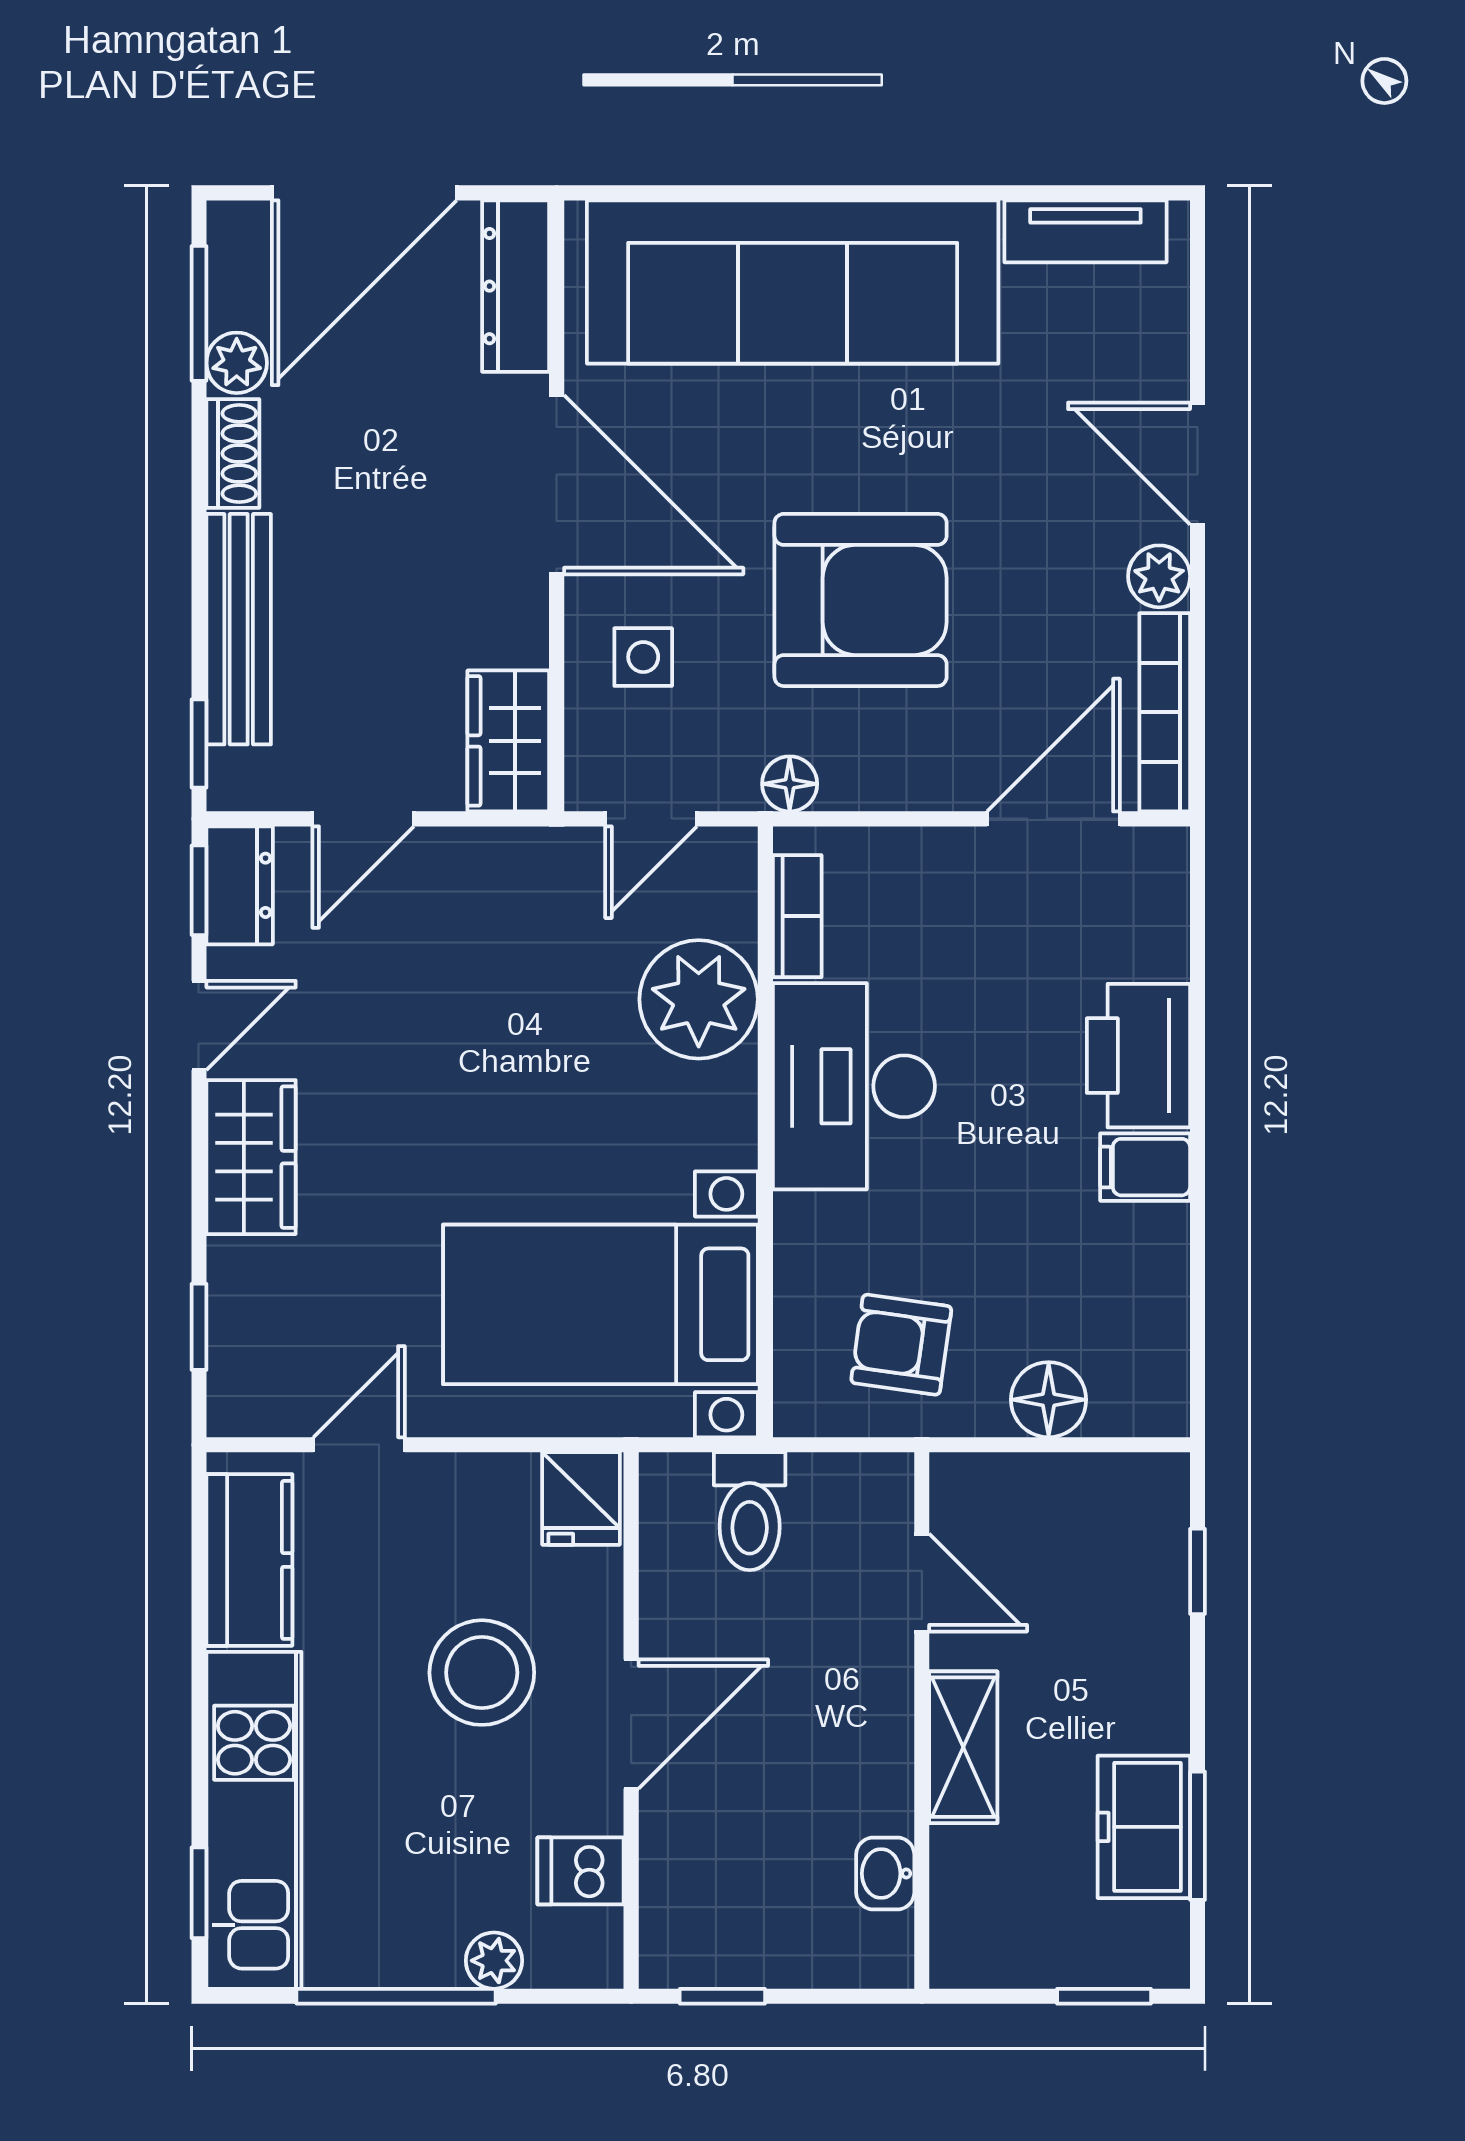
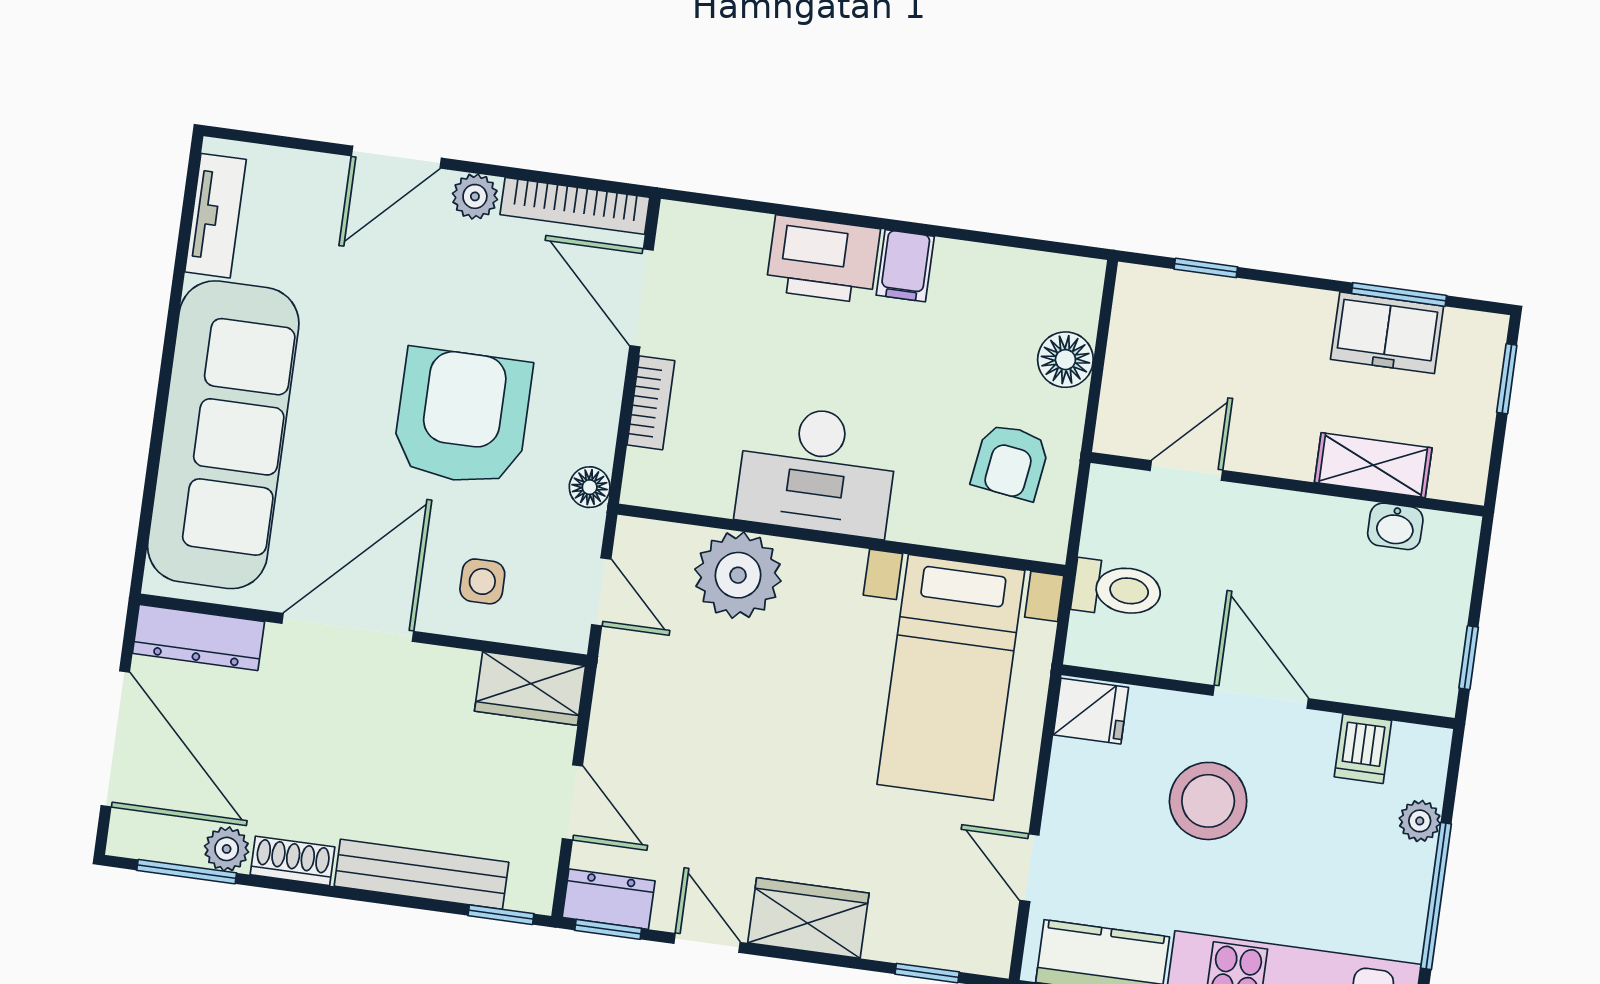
bookcase: (797, 916) -> (651, 403), moved, turned 90
shelving: (963, 1747) -> (1373, 465), moved

